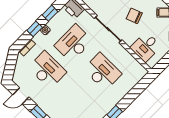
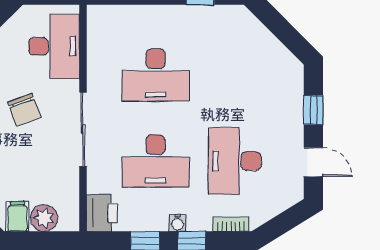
desk: (146, 47) -> (54, 46), width x1.37
desk: (102, 72) -> (156, 75), turned -90

